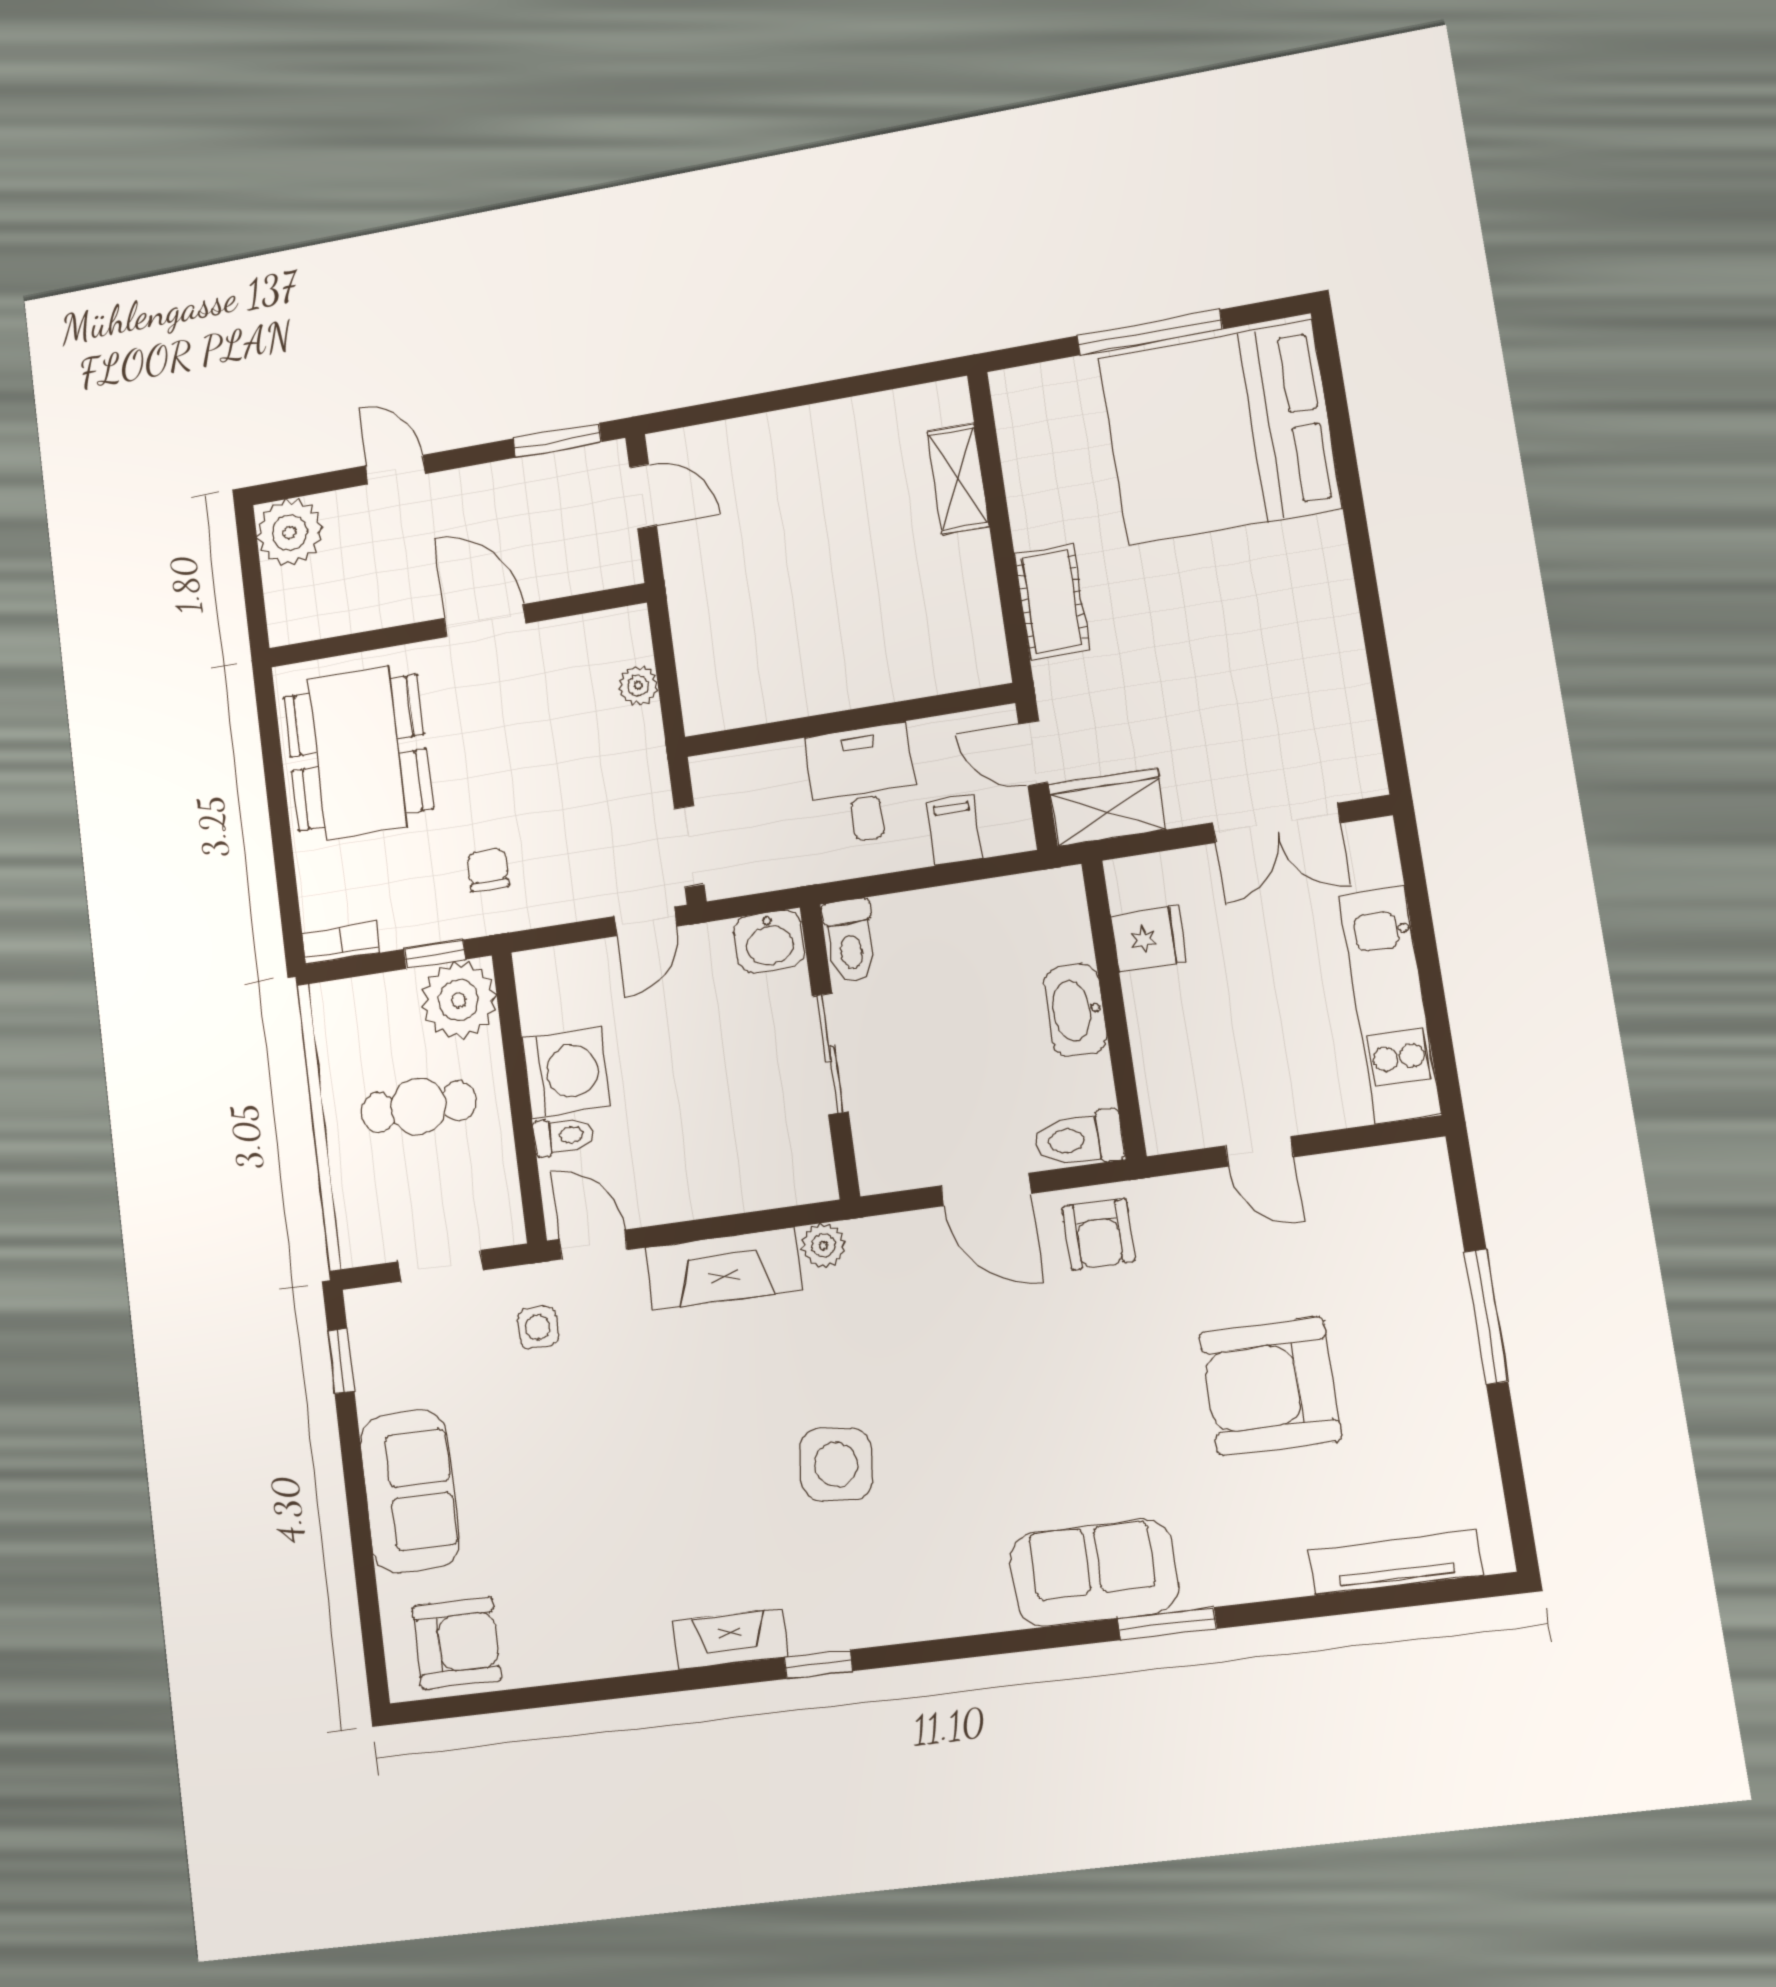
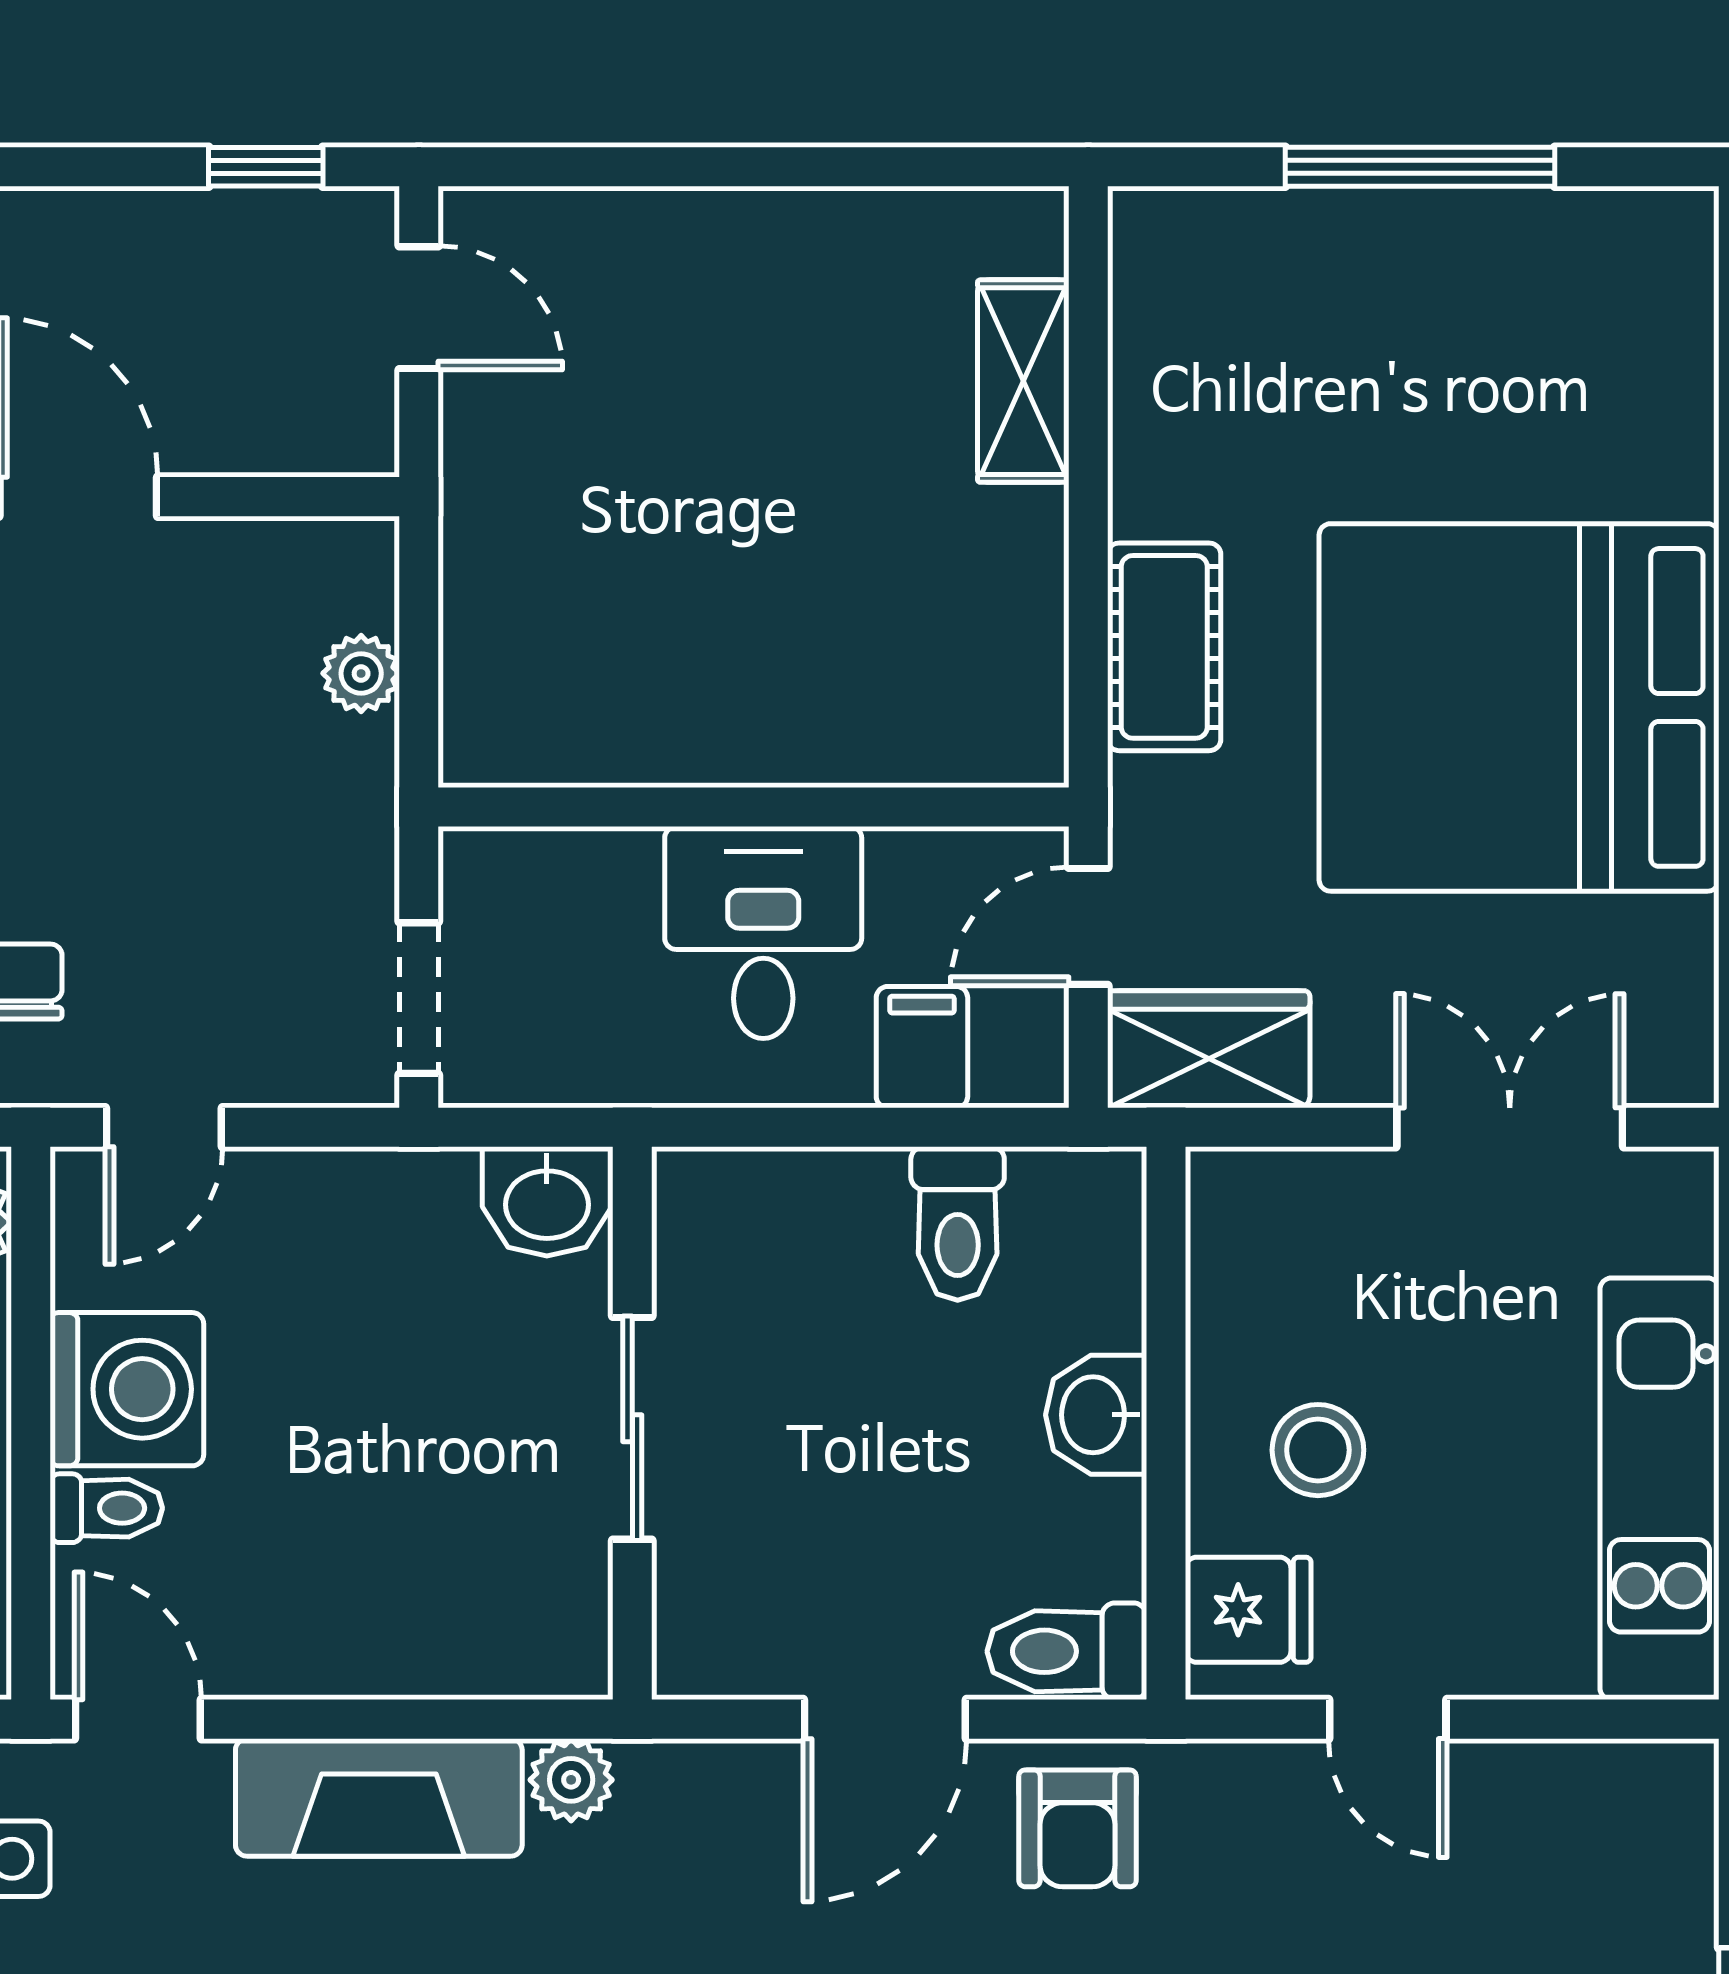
bed: (1220, 433) -> (1519, 707), moved
window: (557, 440) -> (266, 167), width x0.67
door: (1033, 753) -> (1088, 926), hinge flipped
double door: (1276, 823) -> (1510, 1127), swing flipped
door: (646, 921) -> (164, 1127), moved
fridge: (1149, 939) -> (1248, 1610), moved
toilet: (850, 941) -> (958, 1223), moved
washbasin: (1076, 1010) -> (1096, 1415), width x0.72
stool: (1199, 1011) -> (1318, 1450), added
door: (986, 1190) -> (885, 1719), hinge flipped

